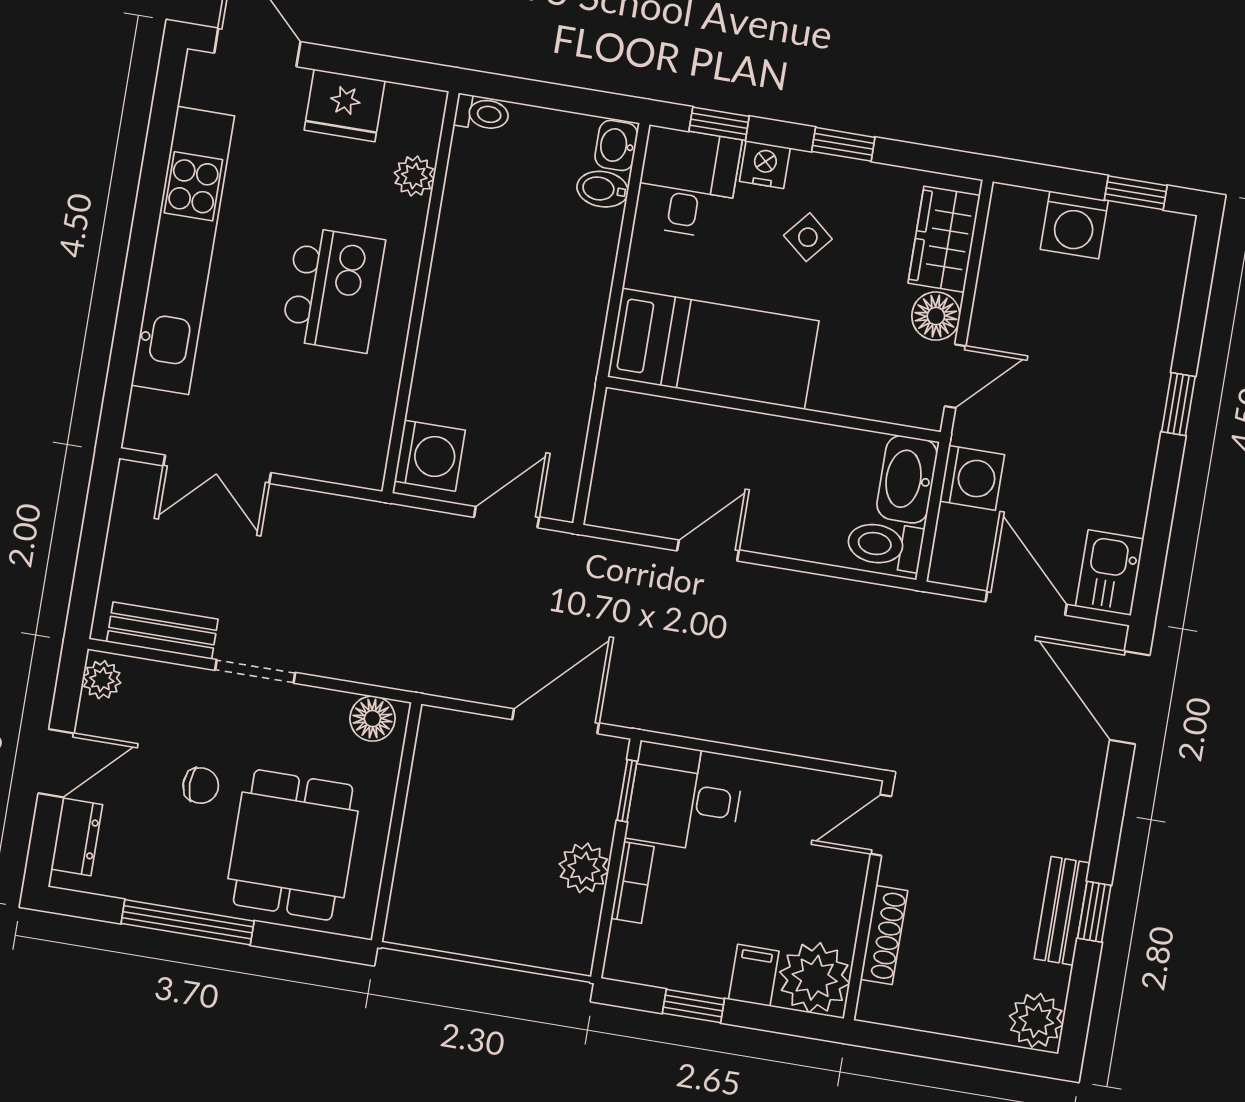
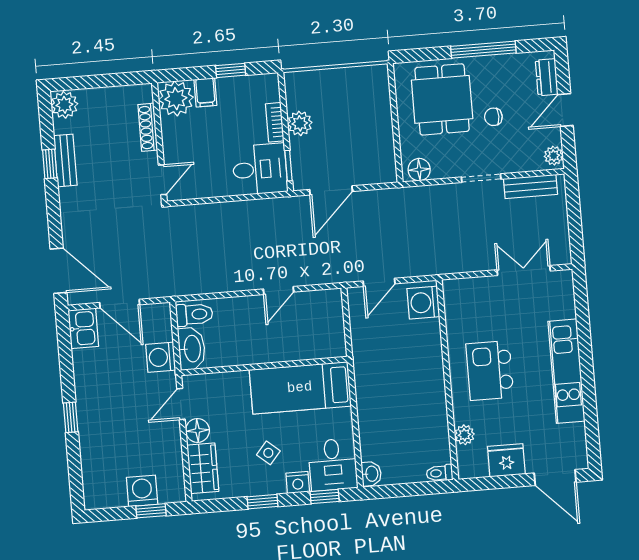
bidet: (602, 189) -> (373, 451), removed
window: (1136, 193) -> (151, 511), moved
kitchen unit: (183, 250) -> (566, 371), width x0.73

